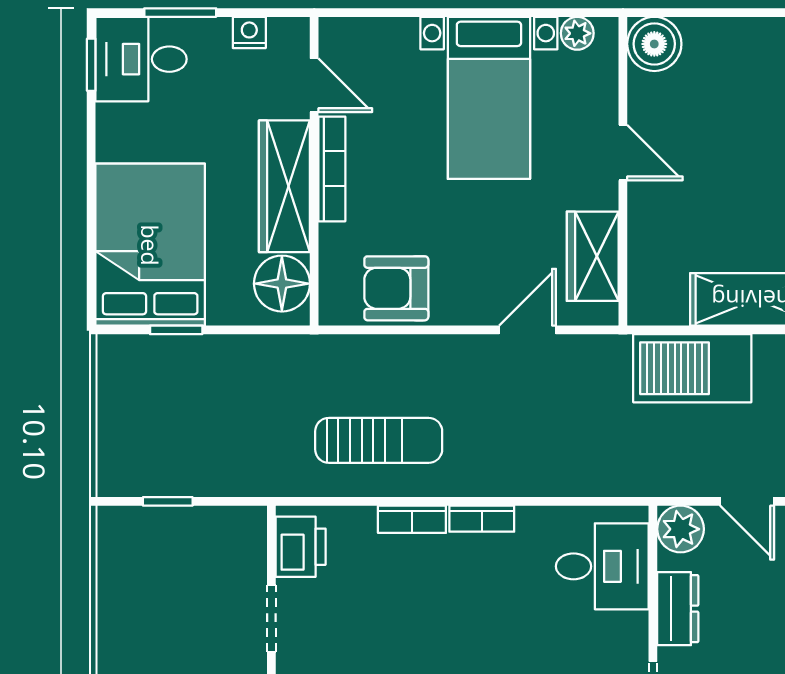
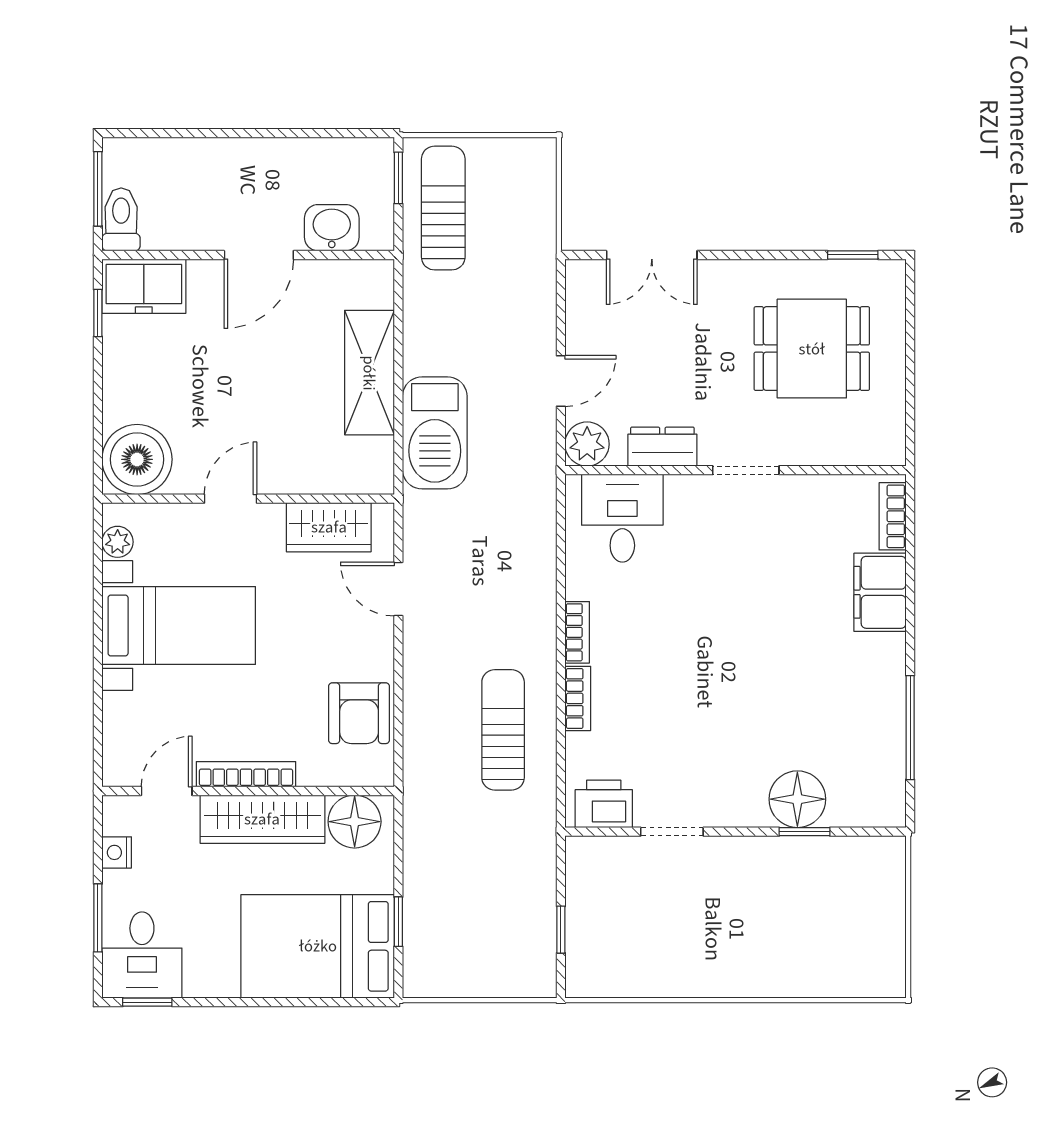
boiler: (654, 44) -> (137, 459), width x1.37, depth x1.37

